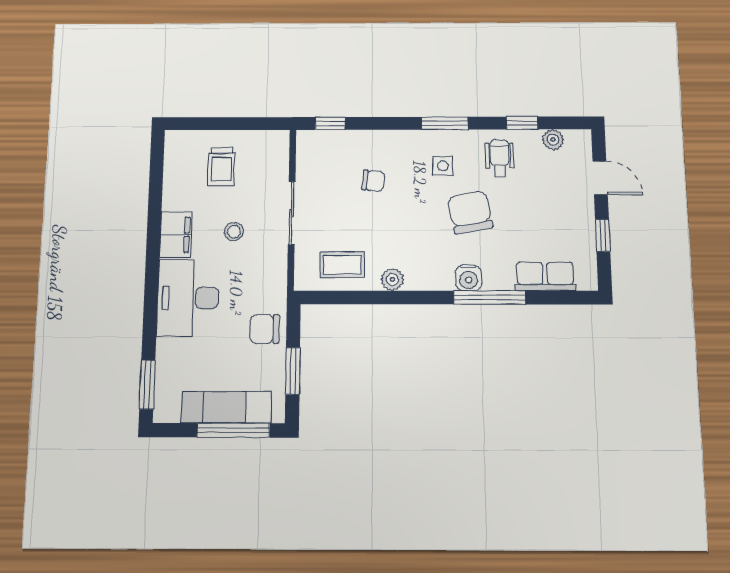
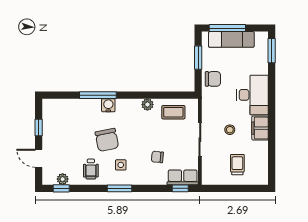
window: (522, 123) -> (61, 188), moved
row of seats: (545, 276) -> (183, 177), moved, turned 180

